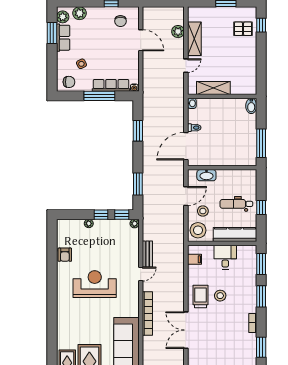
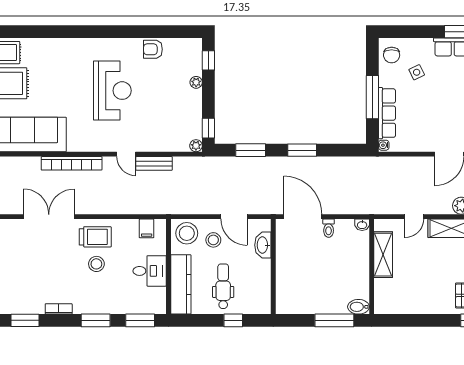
door: (186, 66) -> (414, 217), hinge flipped
window: (138, 131) -> (302, 150), moved
window: (261, 143) -> (334, 320), moved
window: (261, 208) -> (233, 320), moved
window: (101, 215) -> (208, 60), moved

